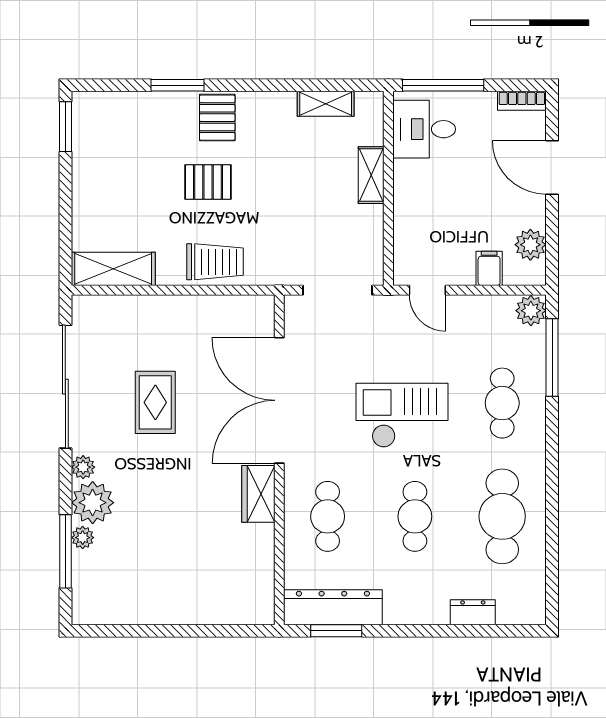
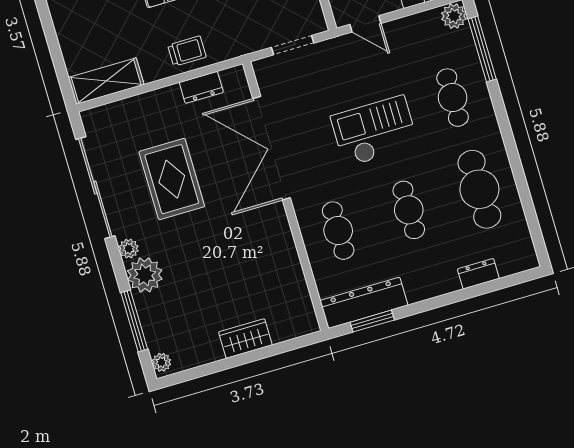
trolley: (215, 262) -> (187, 51), width x0.73, depth x0.72
doorway: (337, 290) -> (293, 45), width x0.73
dresser: (219, 308) -> (201, 87), added
rug: (155, 402) -> (172, 179), width x1.36, depth x1.43
wardrobe: (258, 494) -> (245, 338), moved, turned 90
plant: (83, 538) -> (161, 362), moved

